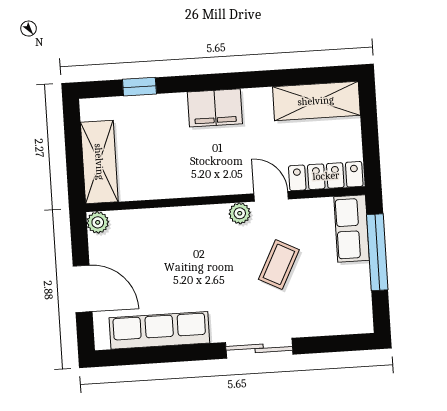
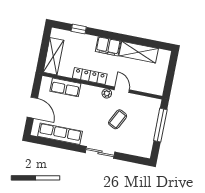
shelving: (316, 101) -> (139, 52), moved
locker: (326, 176) -> (90, 76), moved
plant: (98, 222) -> (46, 81), removed
row of seats: (352, 228) -> (65, 87), moved, turned -90

